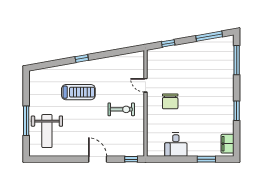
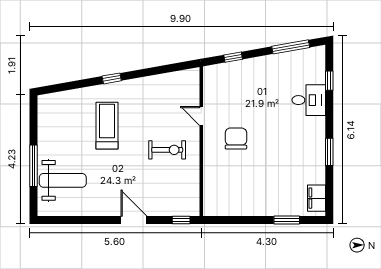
window: (237, 60) -> (329, 81), width x0.46
treadmill: (78, 92) -> (107, 126), turned -90
chair: (170, 101) -> (236, 139), turned 180
weight bench: (47, 131) -> (63, 180), turned -90
desk: (176, 145) -> (309, 100), moved, turned -90

